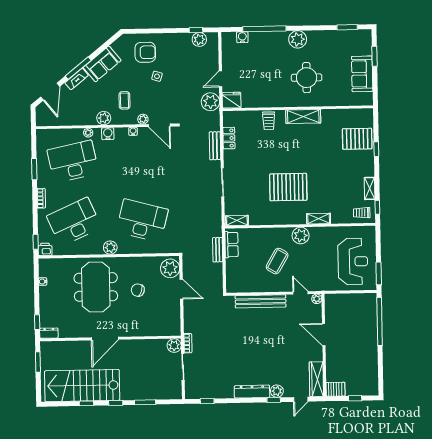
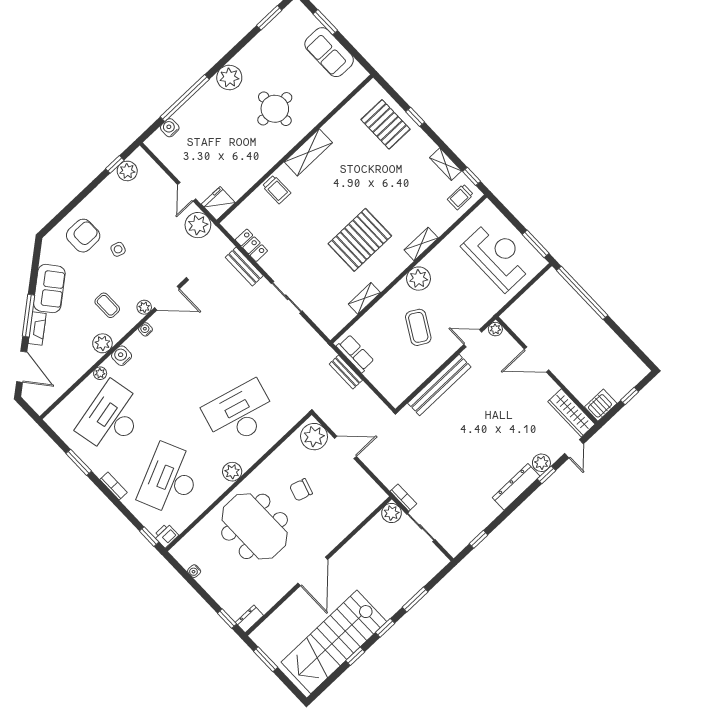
pallet: (357, 139) -> (386, 124), turned 90
shelving: (237, 220) -> (364, 298), moved

